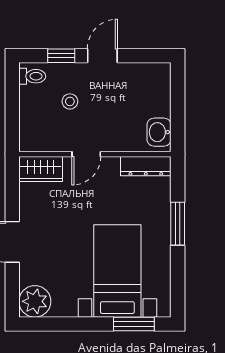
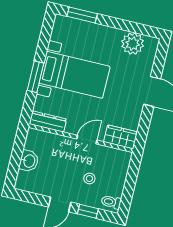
washbasin: (159, 132) -> (29, 161), moved
bed with nightstands: (117, 271) -> (74, 75), moved, turned -90
plant: (35, 301) -> (133, 44), moved

